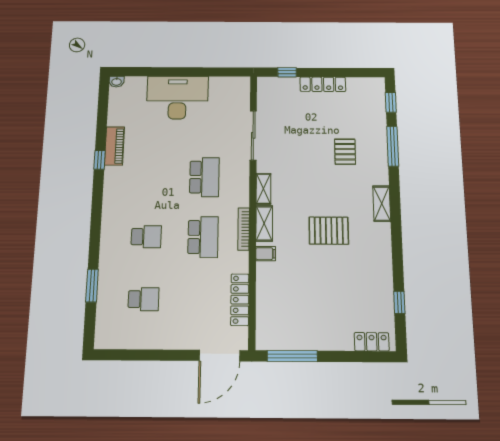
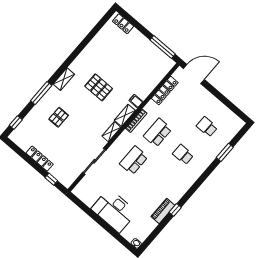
window: (393, 146) -> (41, 93), moved
window: (399, 302) -> (96, 30), removed

